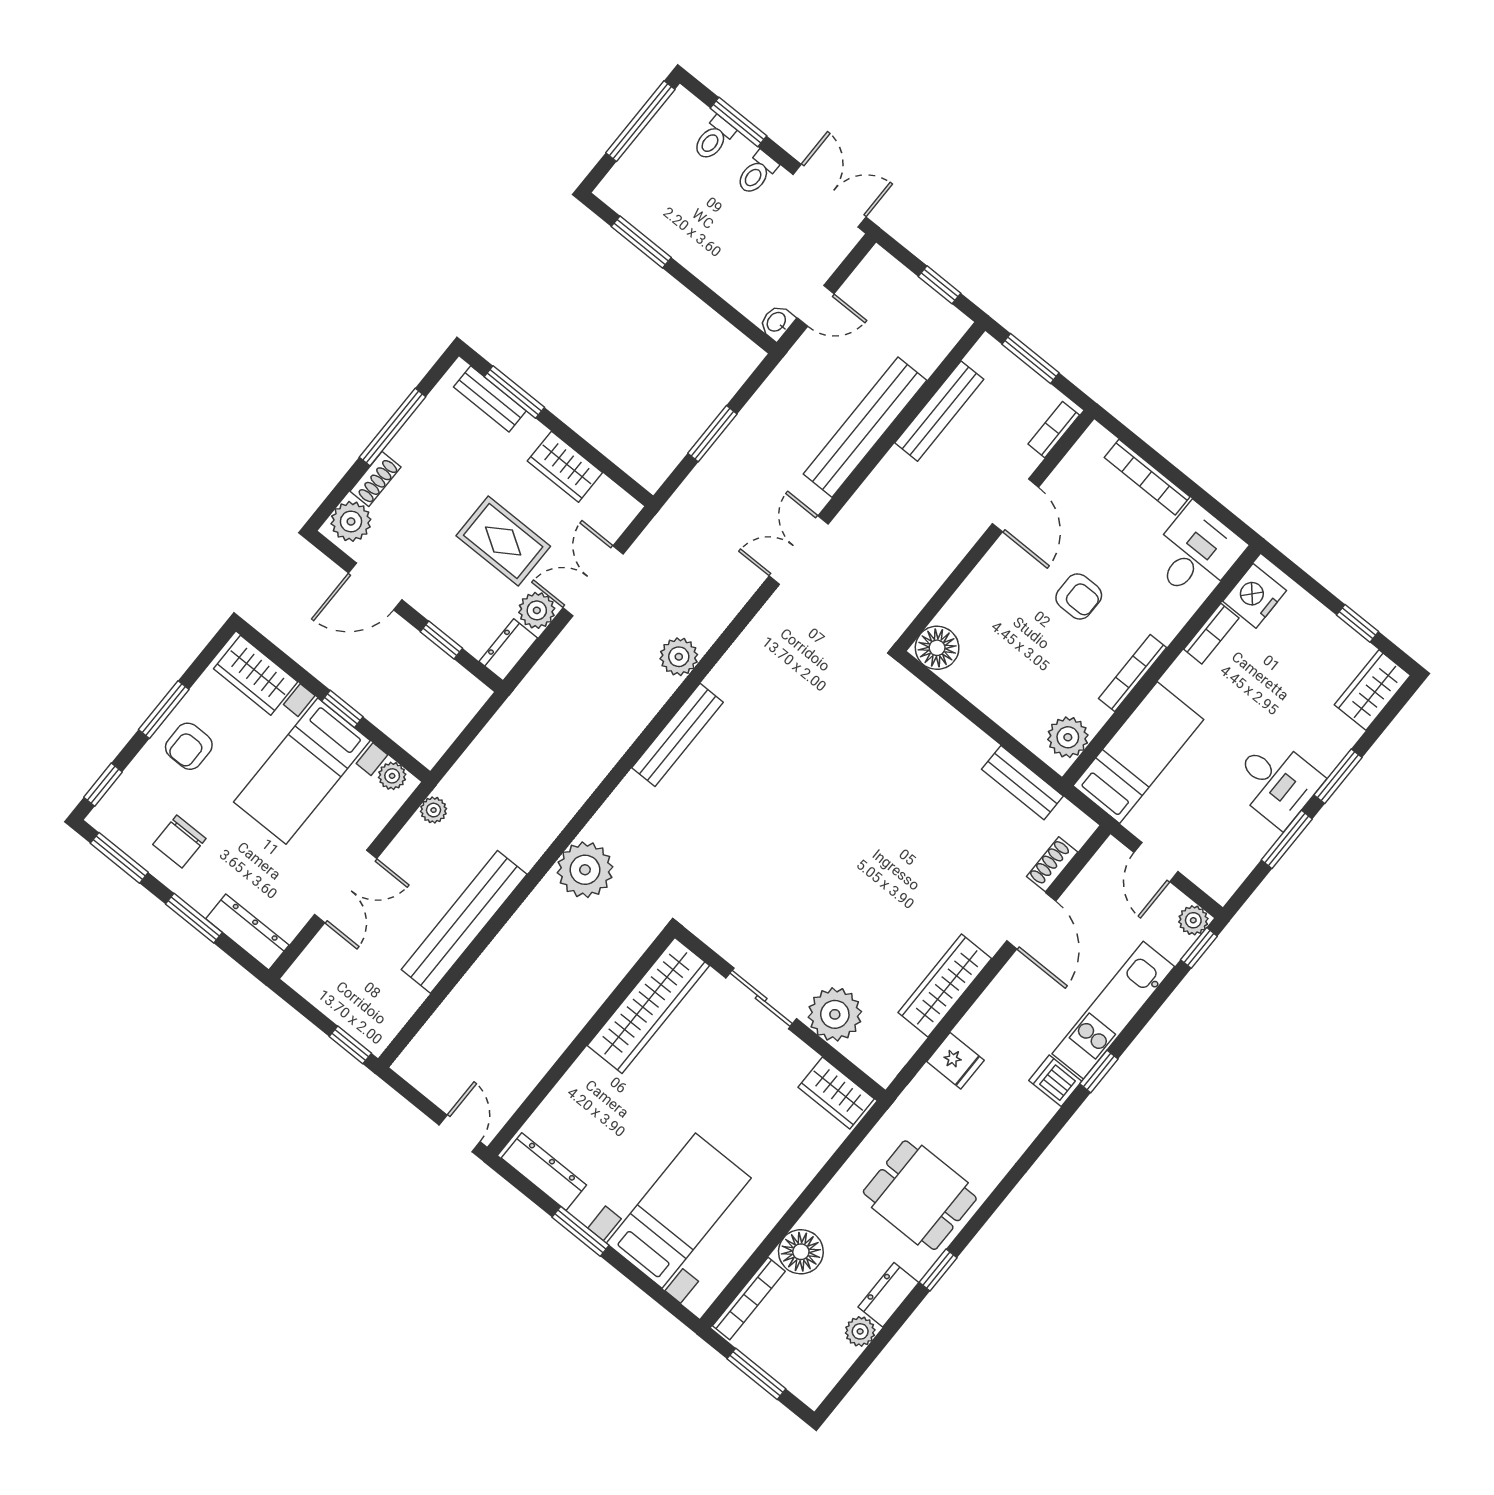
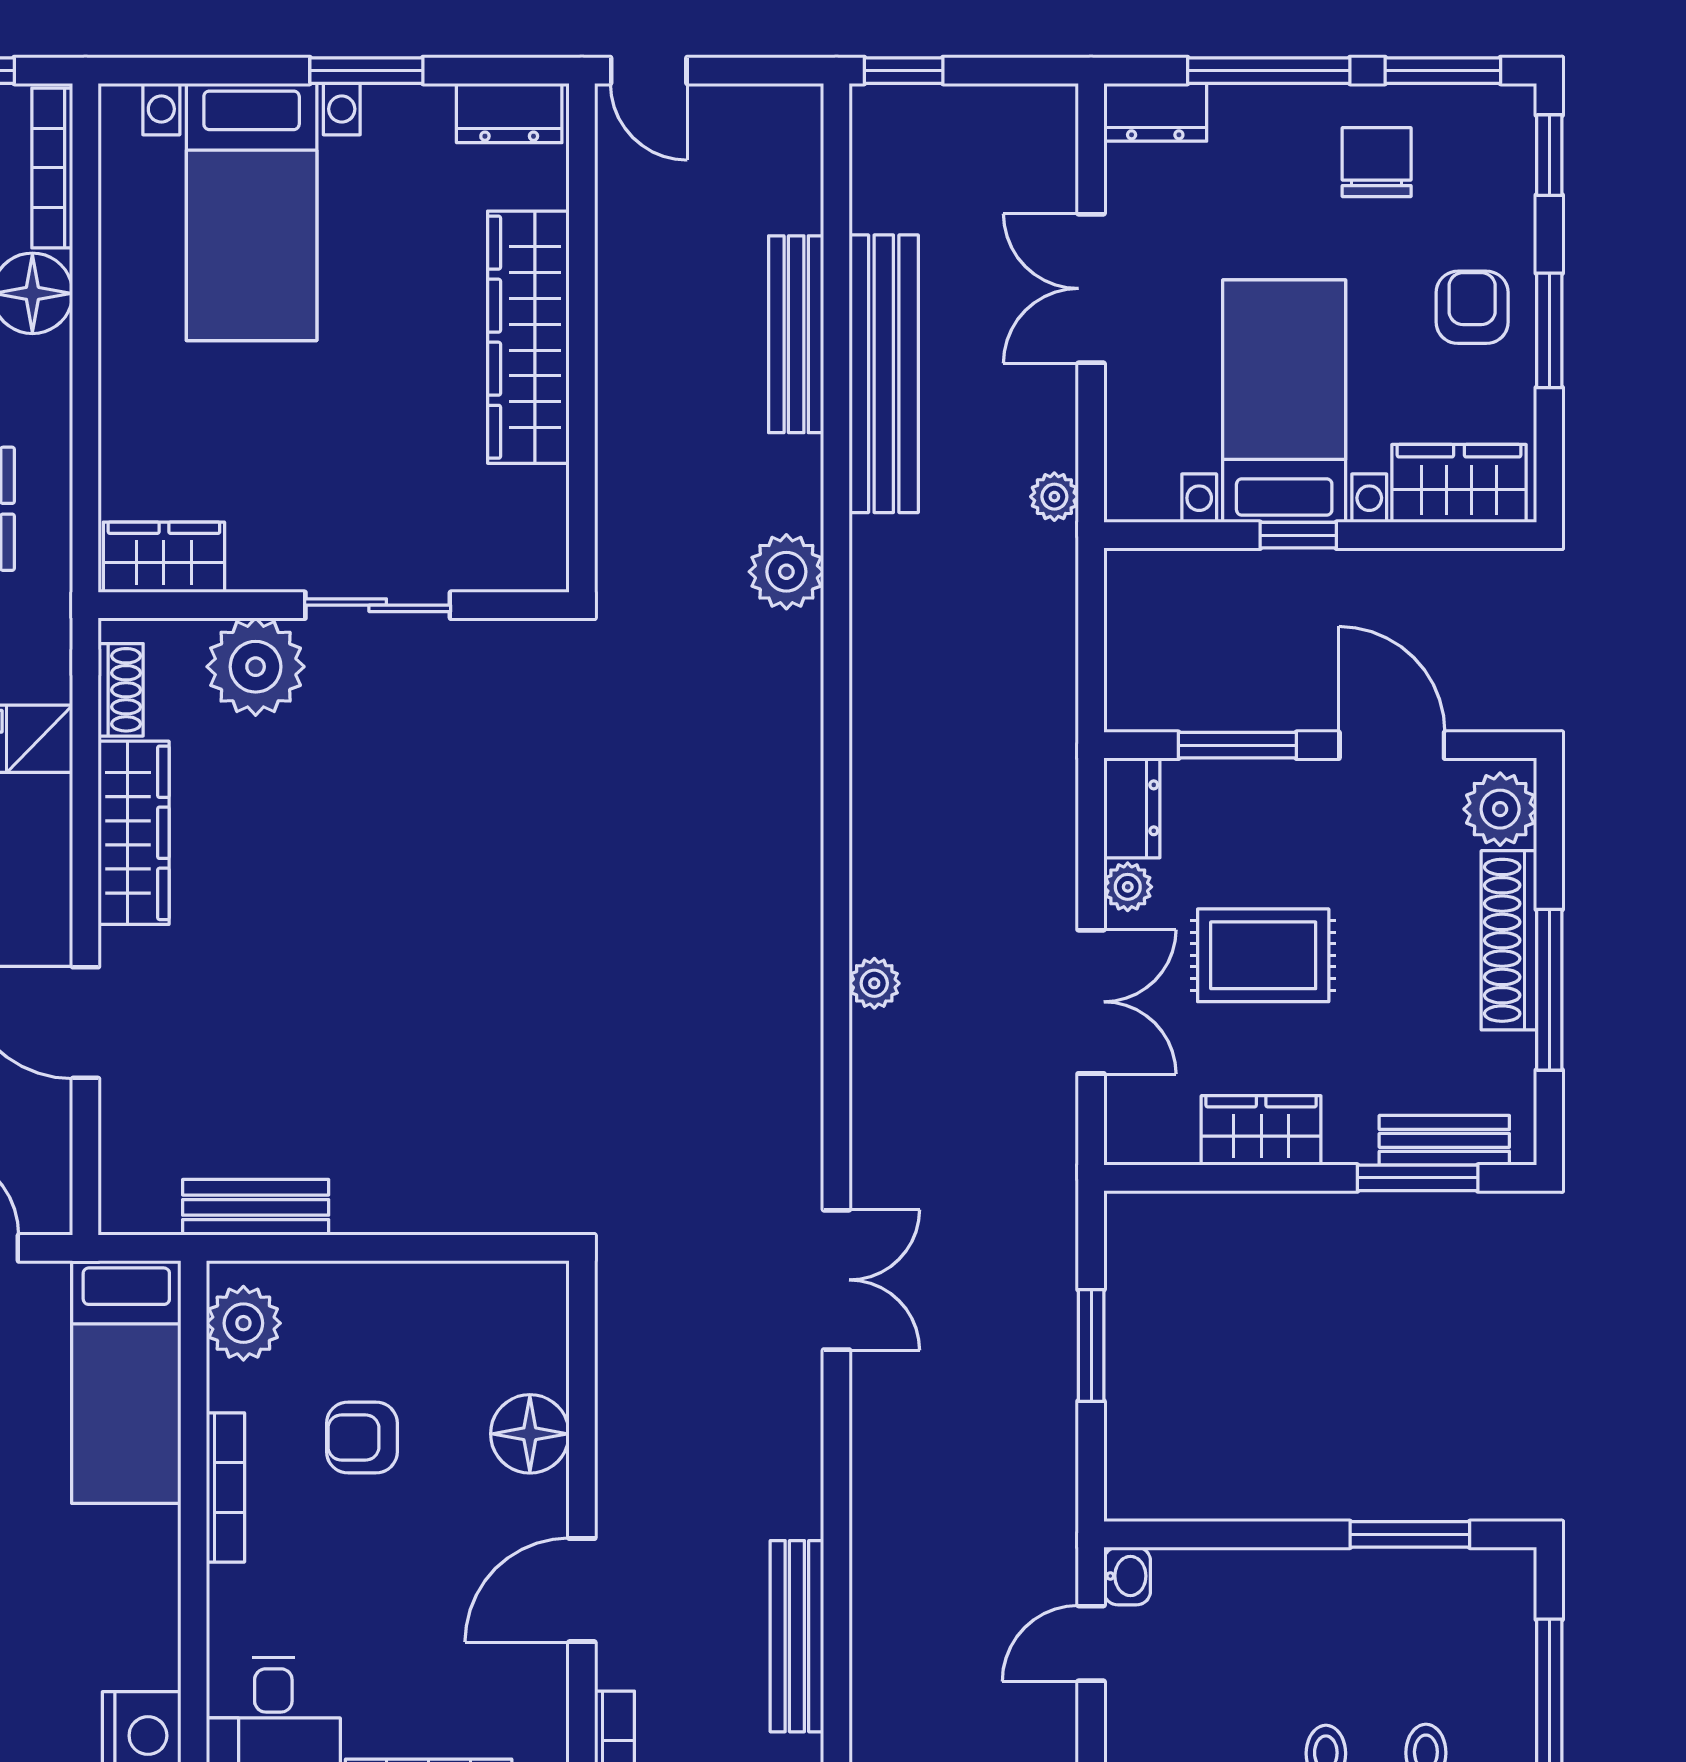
bench: (865, 427) -> (883, 1529), removed
shoe rack: (375, 479) -> (1509, 940), width x1.94, depth x1.24
door: (1015, 505) -> (582, 1590), hinge flipped
door: (375, 586) -> (1392, 745), hinge flipped
armchair: (1079, 596) -> (362, 1437), moved
plant: (537, 610) -> (1128, 887), width x0.73, depth x0.73
bookcase: (1211, 634) -> (159, 1633), removed
window: (441, 640) -> (1237, 745), width x1.50
floor lamp: (937, 648) -> (530, 1434), moved
plant: (679, 657) -> (874, 983), width x0.73, depth x0.73
bench: (678, 735) -> (796, 334), moved
plant: (392, 776) -> (1152, 497), removed
shoe rack: (1052, 864) -> (121, 690), moved
plant: (585, 870) -> (786, 572), width x0.73, depth x0.73
window: (194, 918) -> (1269, 71), width x1.44
dresser: (247, 932) -> (1155, 112), width x0.70
wardrobe: (648, 1006) -> (528, 337), moved
dresser: (544, 1172) -> (509, 113), width x0.70

